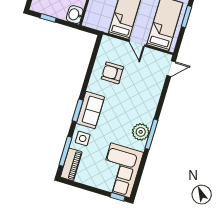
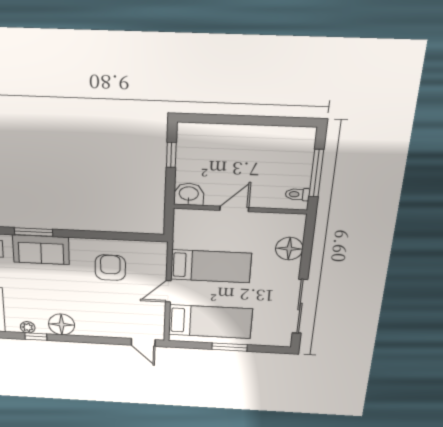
floor lamp: (146, 115) -> (62, 324), added
plant: (141, 132) -> (28, 327), width x0.53, depth x0.53
window: (152, 134) -> (36, 337), width x0.46

